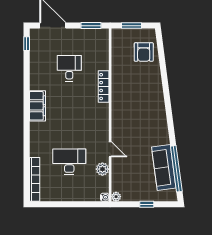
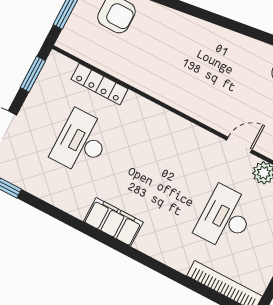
desk: (69, 68) -> (81, 142), width x1.37
locker: (104, 87) -> (100, 84), moved

